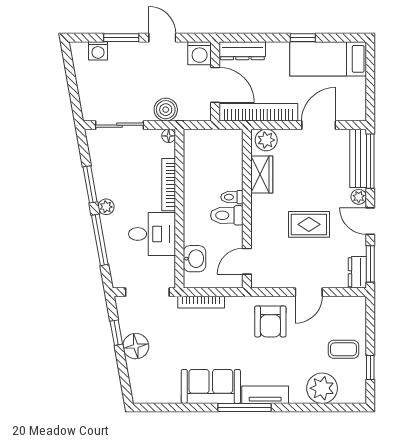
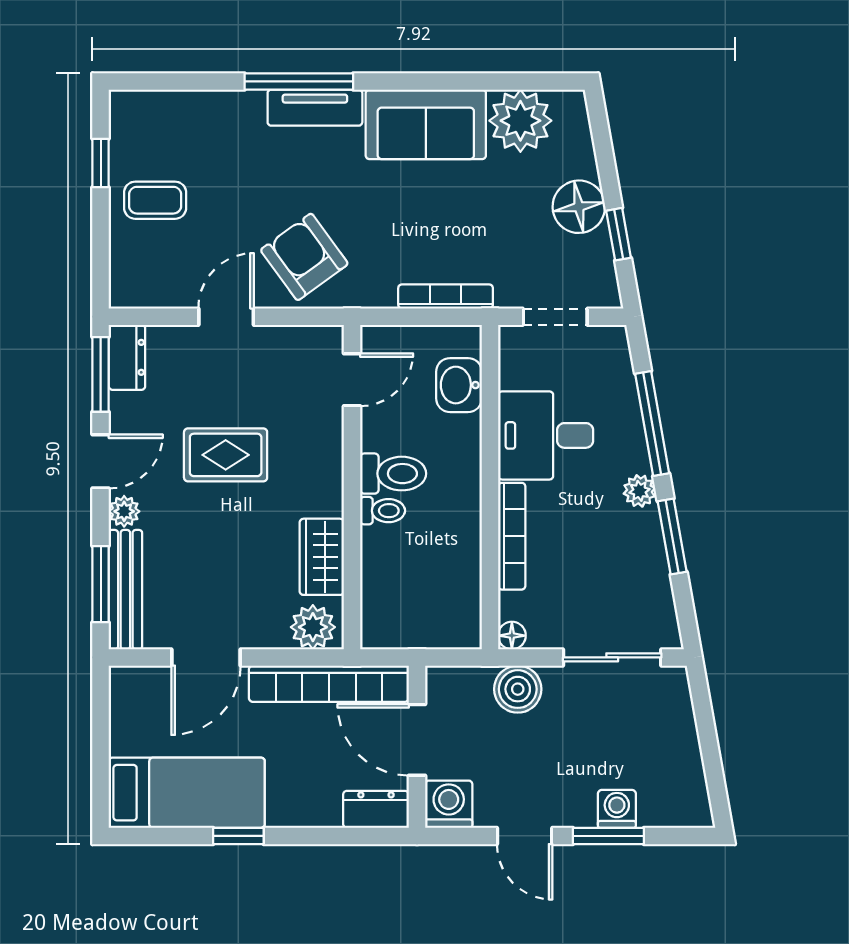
washing machine: (98, 51) -> (617, 809), moved
dresser: (242, 51) -> (376, 809), width x0.70
window: (370, 161) -> (101, 584), width x0.69
door: (370, 221) -> (101, 461), hinge flipped
doorway: (147, 292) -> (555, 317), width x0.73
armchair: (270, 321) -> (304, 257), turned -36
plant: (322, 388) -> (520, 121), moved
window: (245, 408) -> (299, 81), moved

